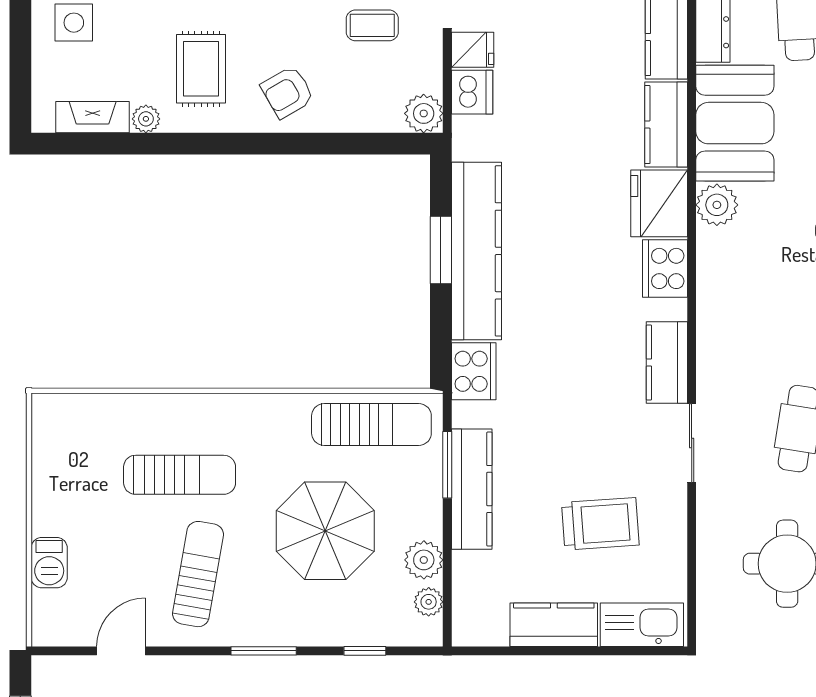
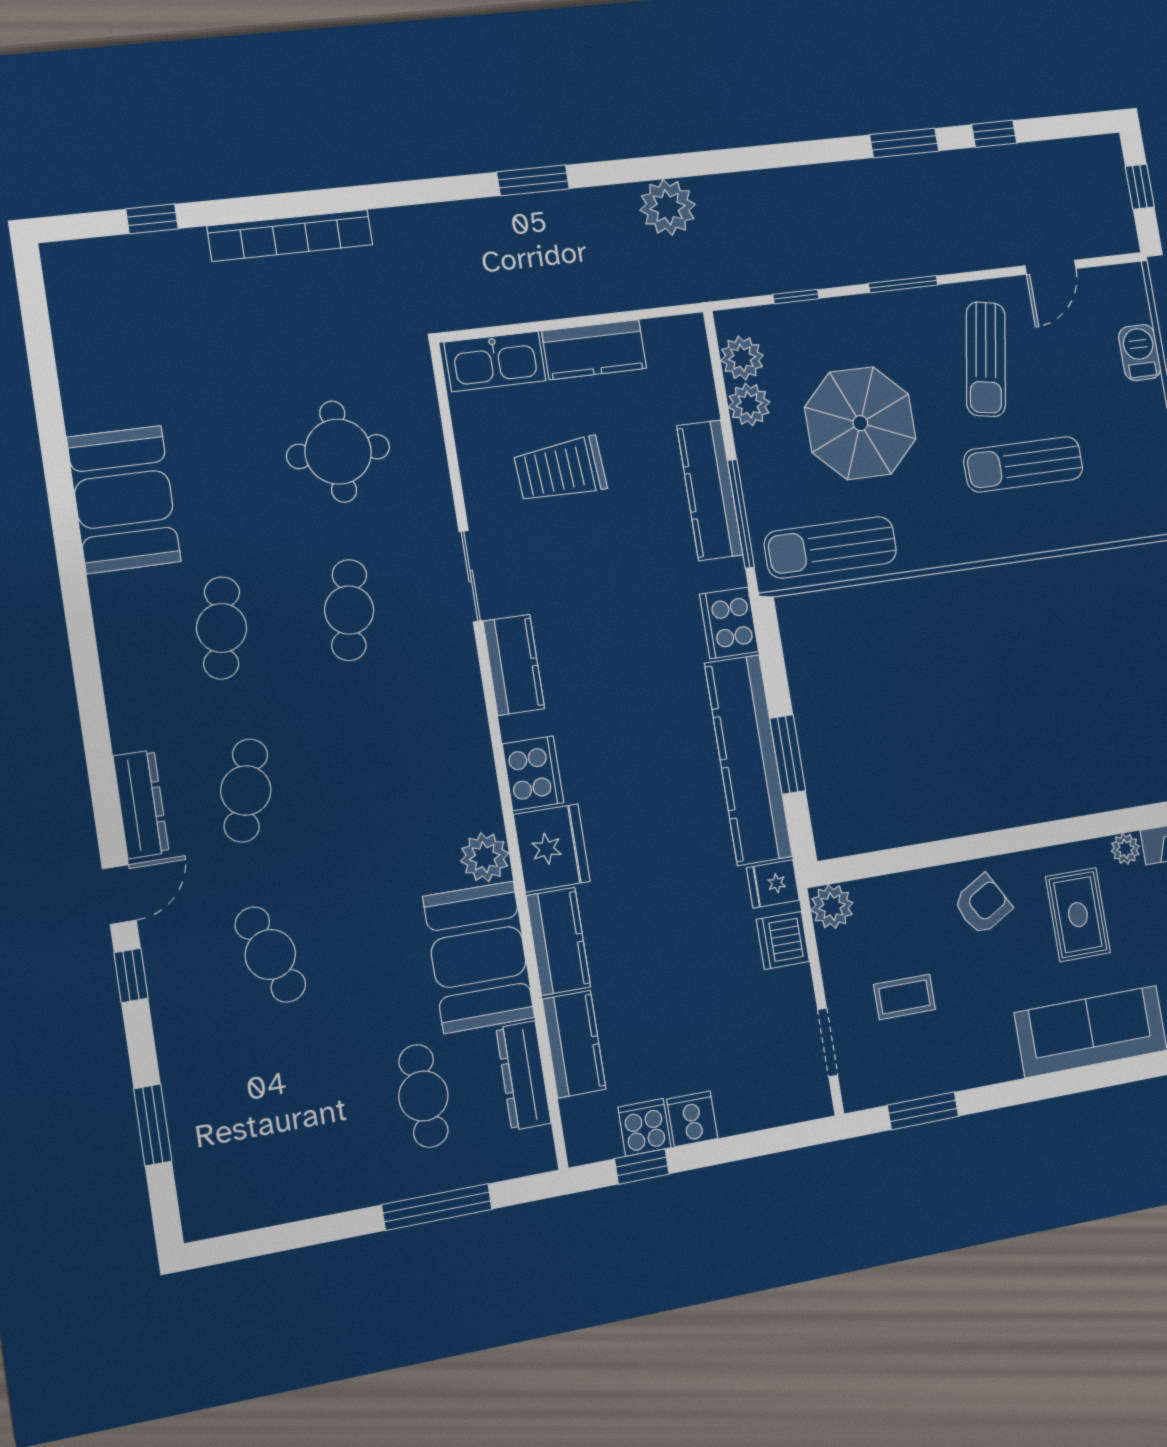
fridge: (473, 50) -> (773, 884), moved
window: (447, 465) -> (741, 514), width x1.44
plant: (429, 602) -> (742, 358), width x1.38, depth x1.38

